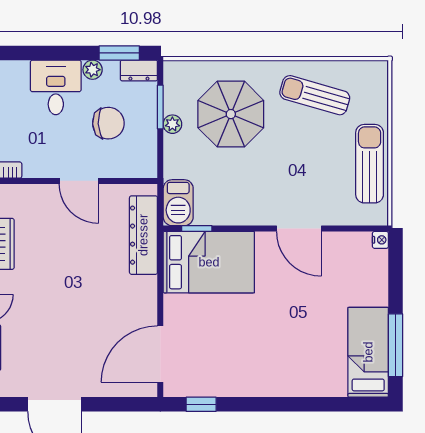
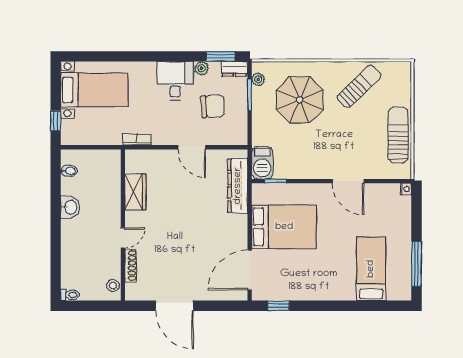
sun lounger: (315, 95) -> (359, 86), turned 120
plant: (172, 124) -> (258, 79), moved
bed: (209, 262) -> (284, 227), moved
bed: (368, 352) -> (371, 269), moved

